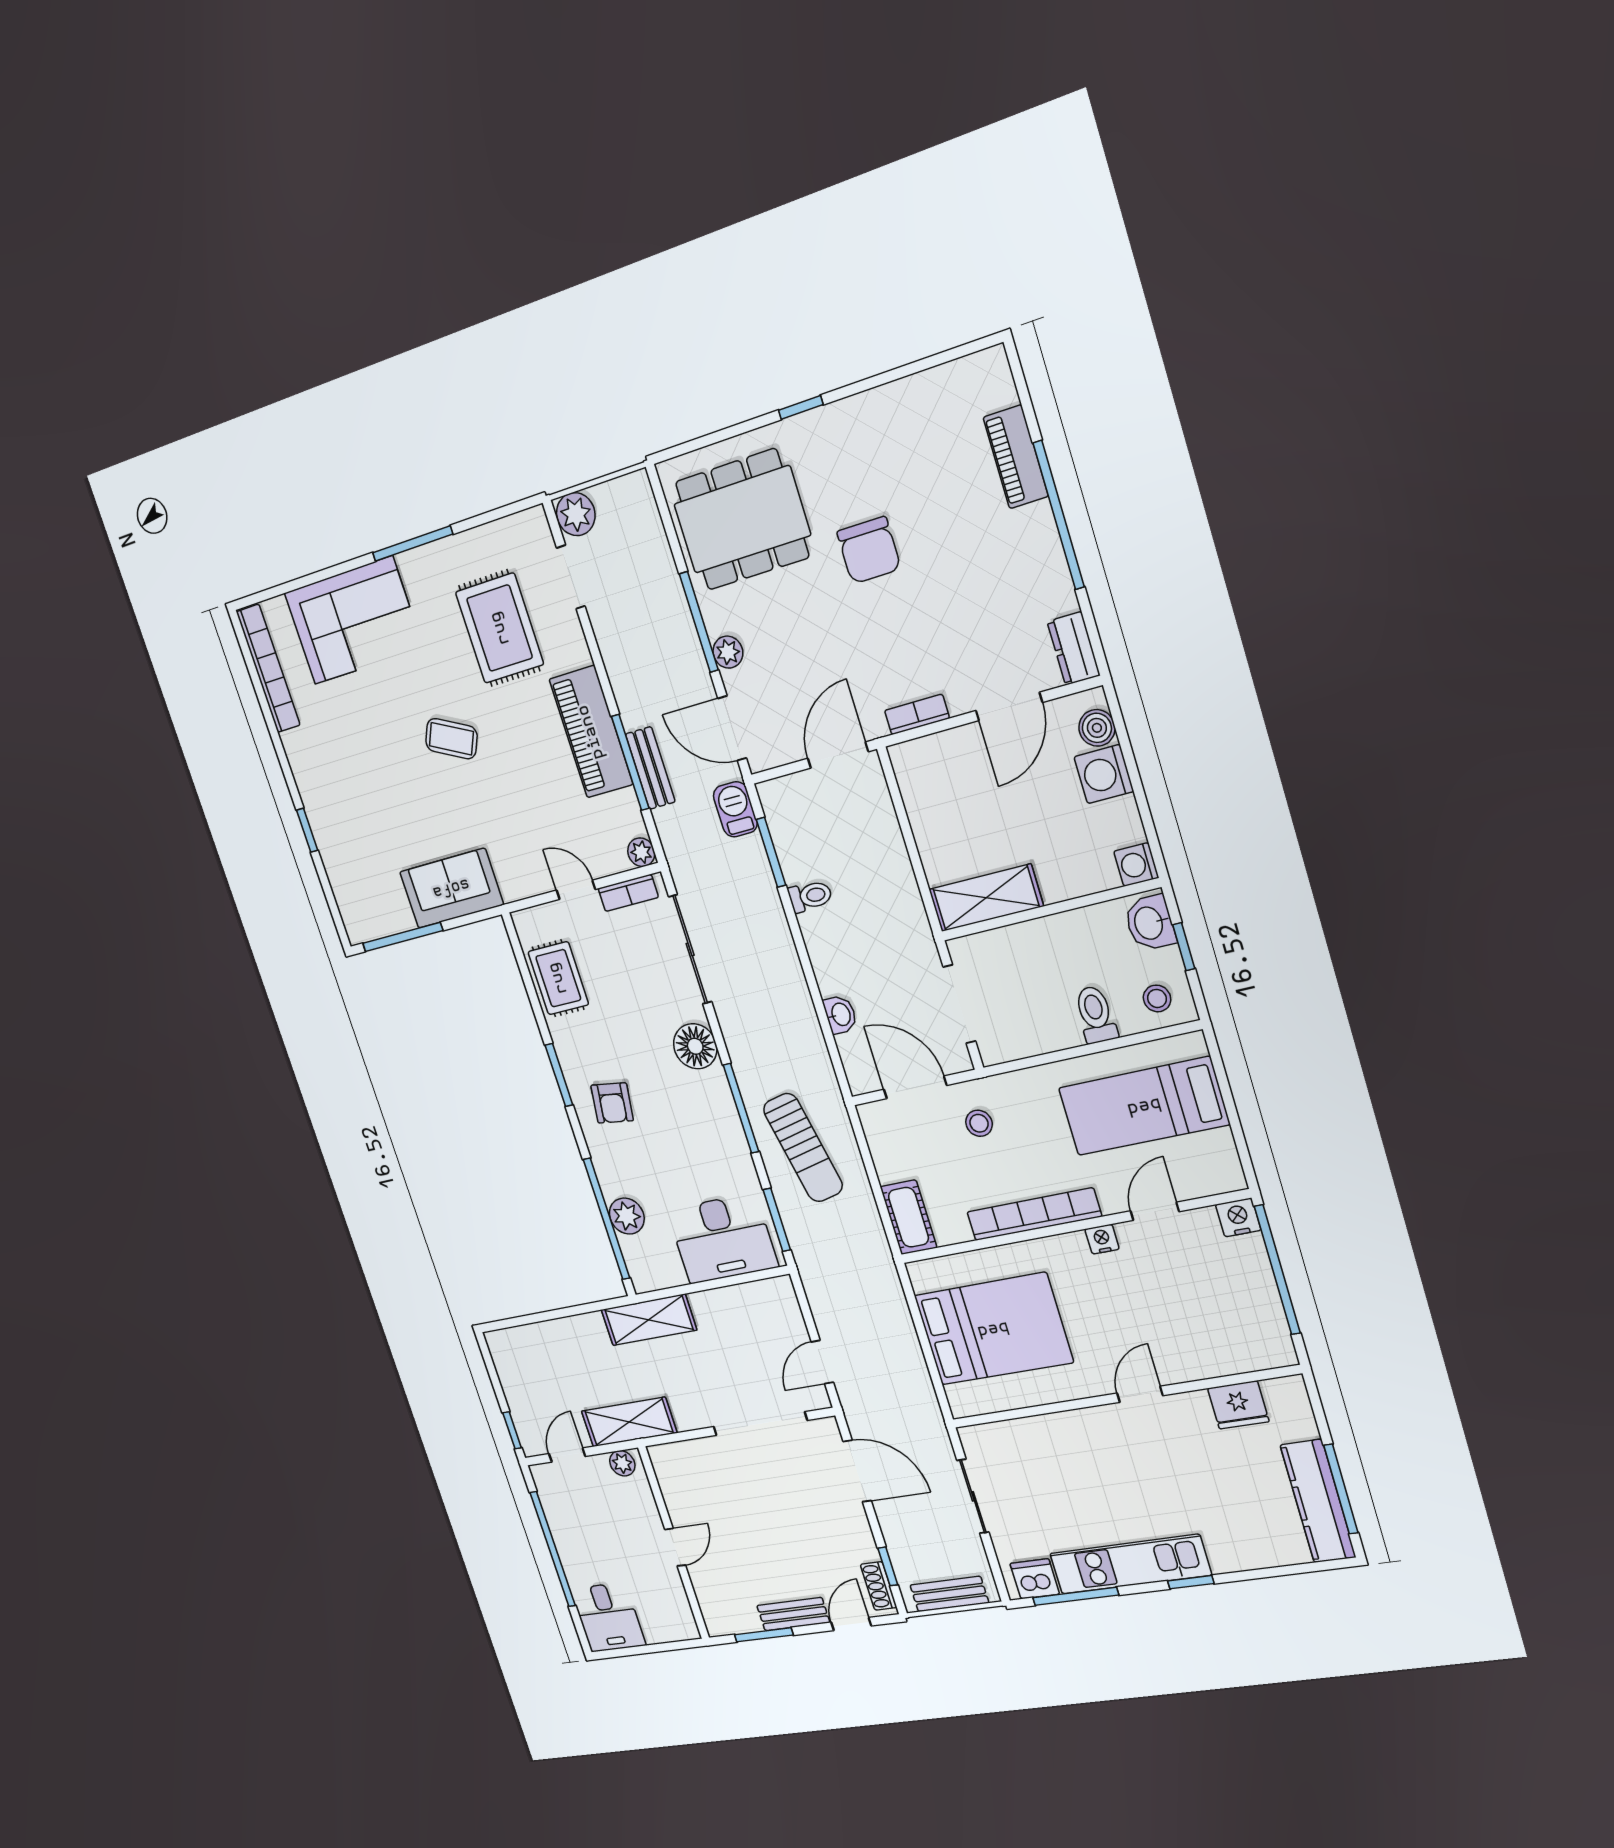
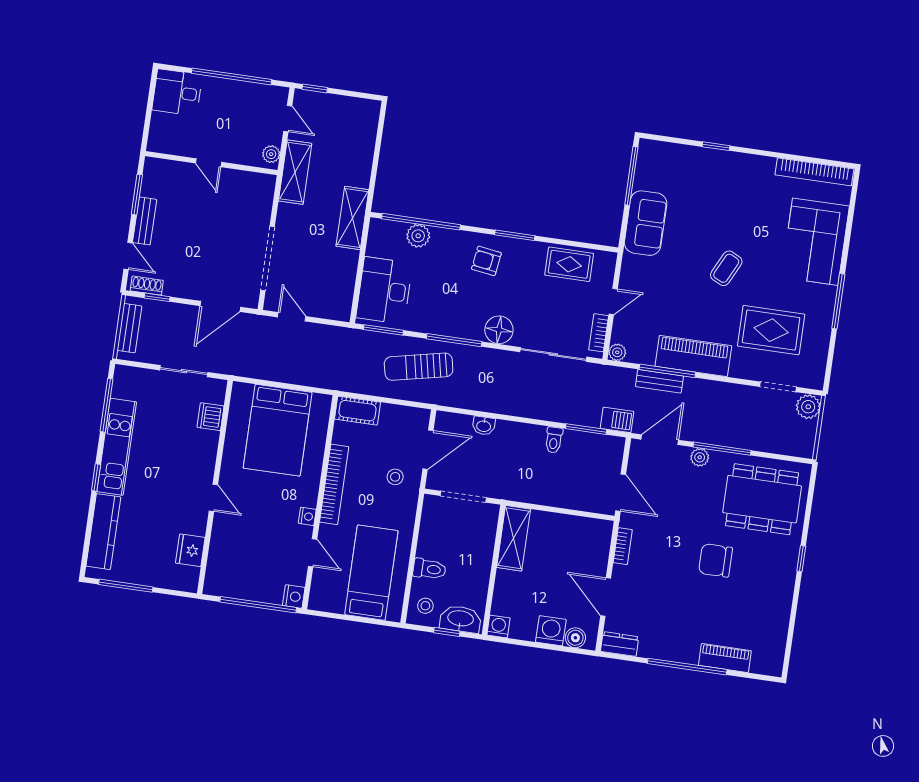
dining table: (742, 520) -> (762, 499), turned 90
washbasin: (1150, 923) -> (460, 619), width x1.38
kitchen counter: (1318, 1501) -> (103, 532), moved, turned 90
dishwasher: (1035, 1579) -> (211, 417), moved, turned 180

